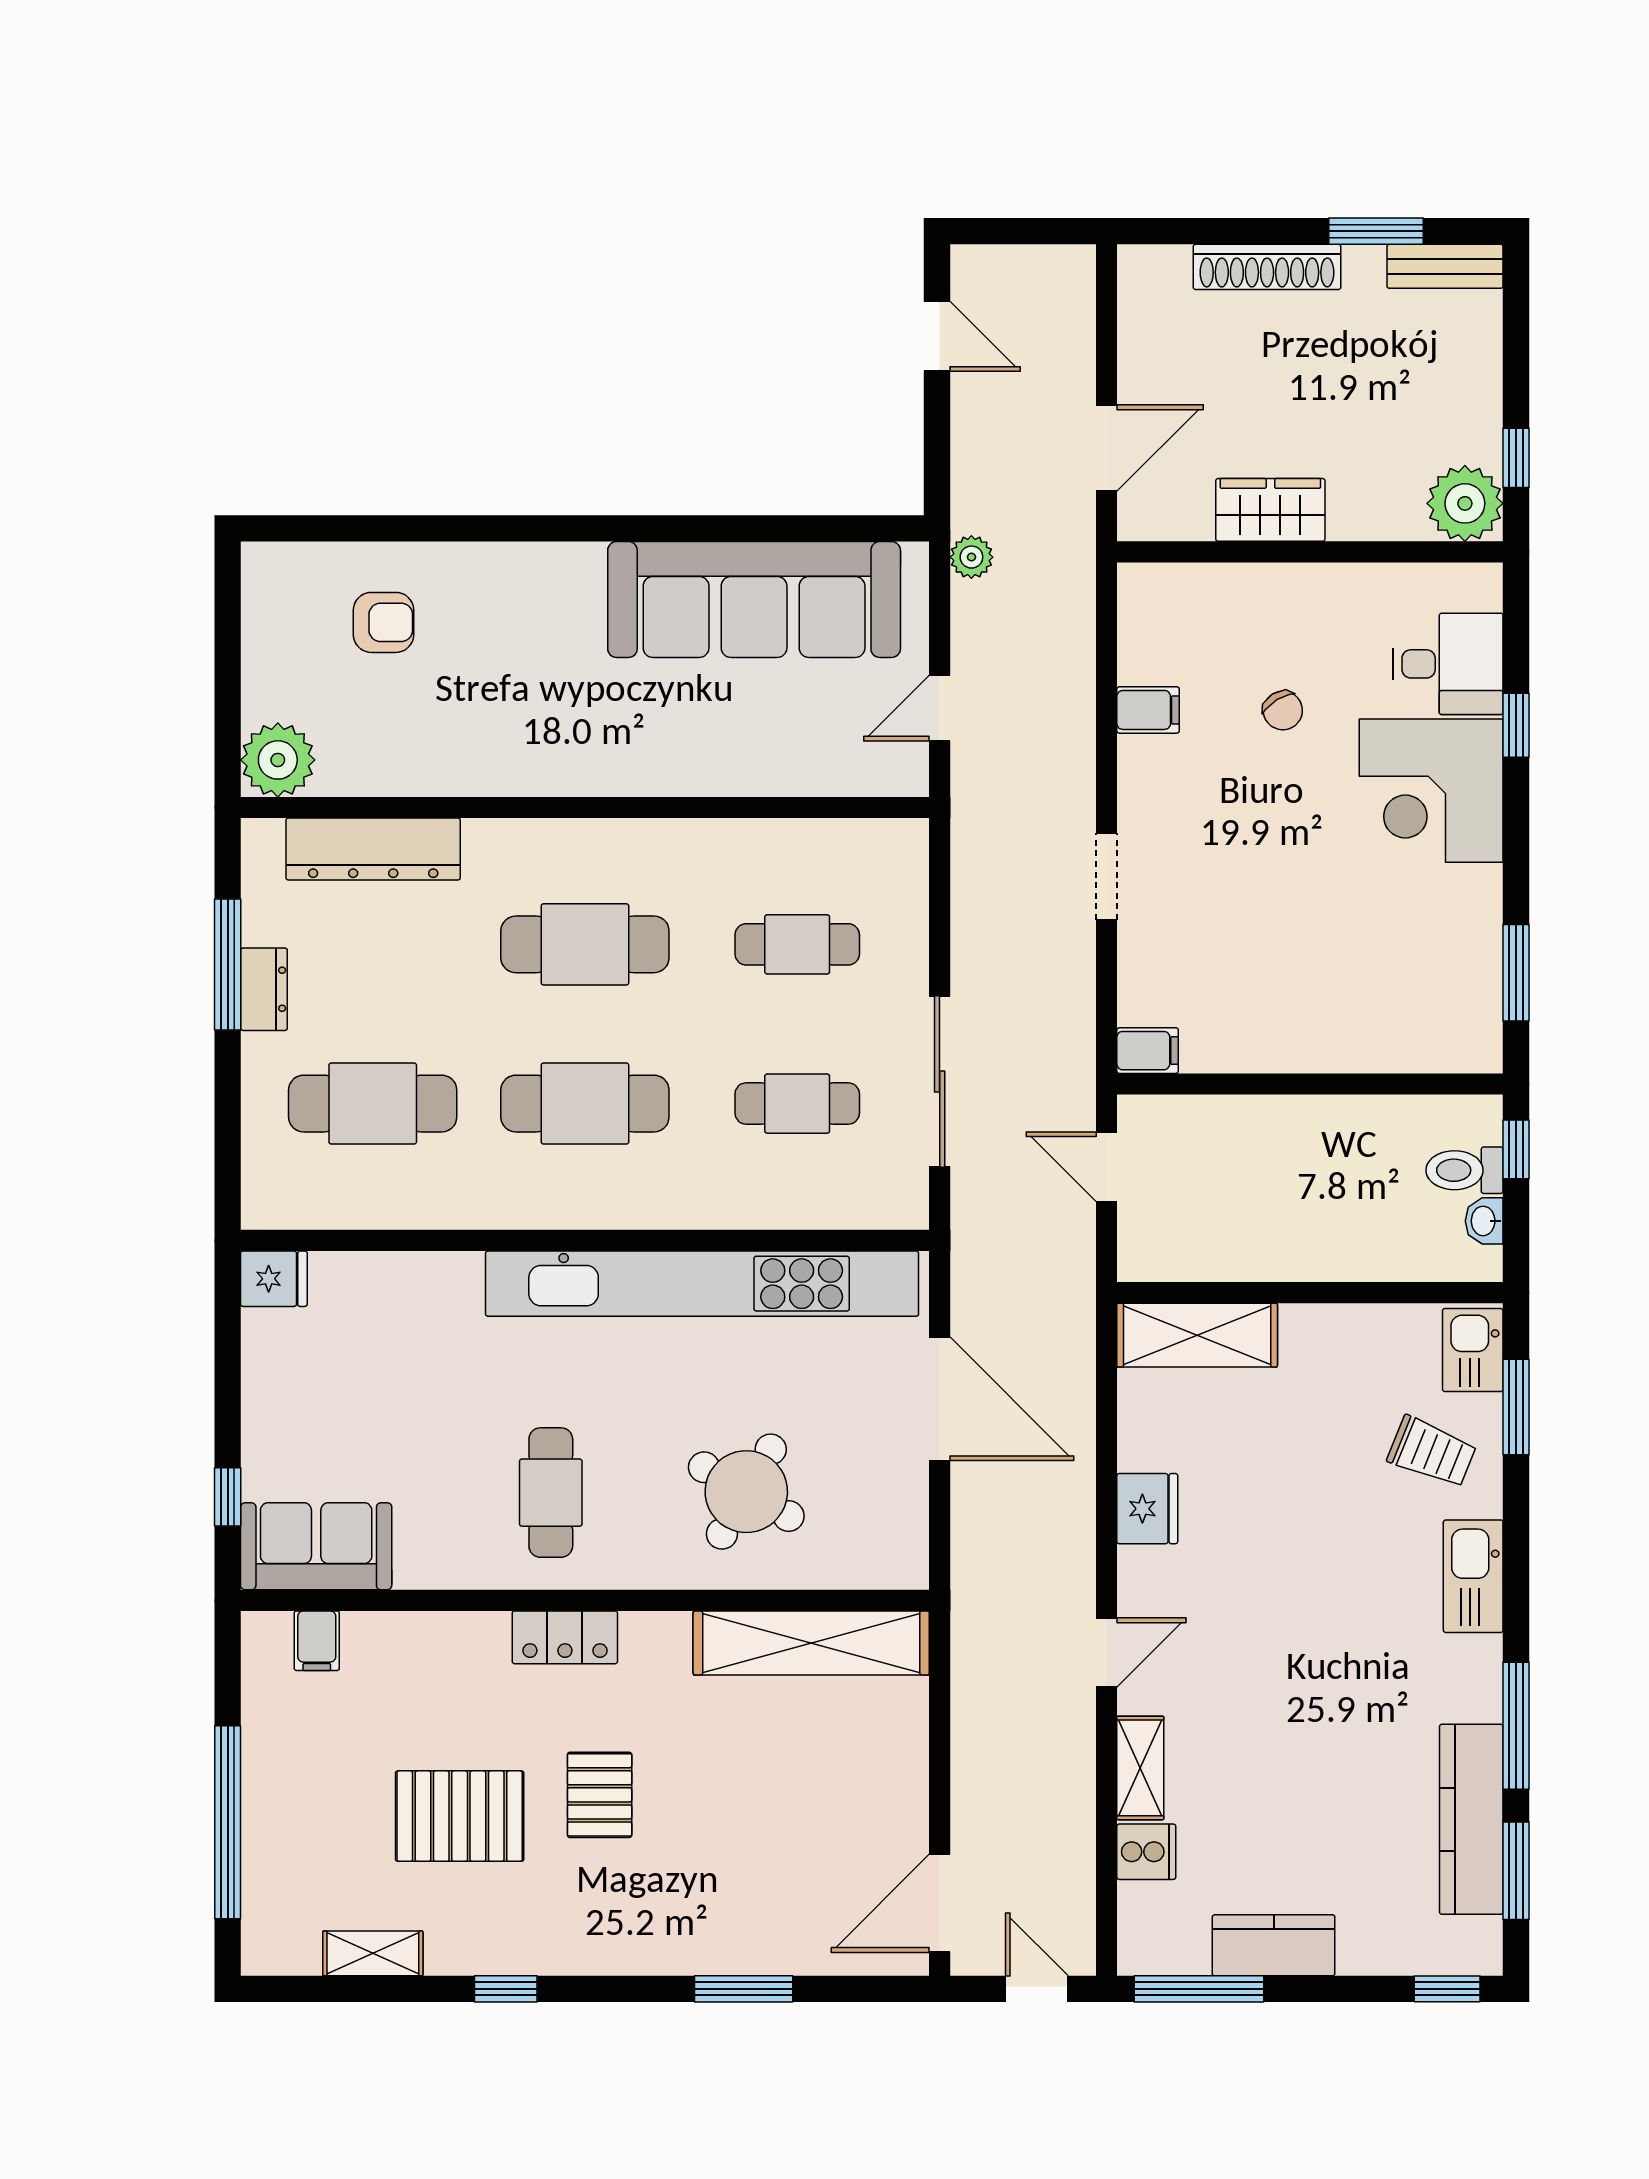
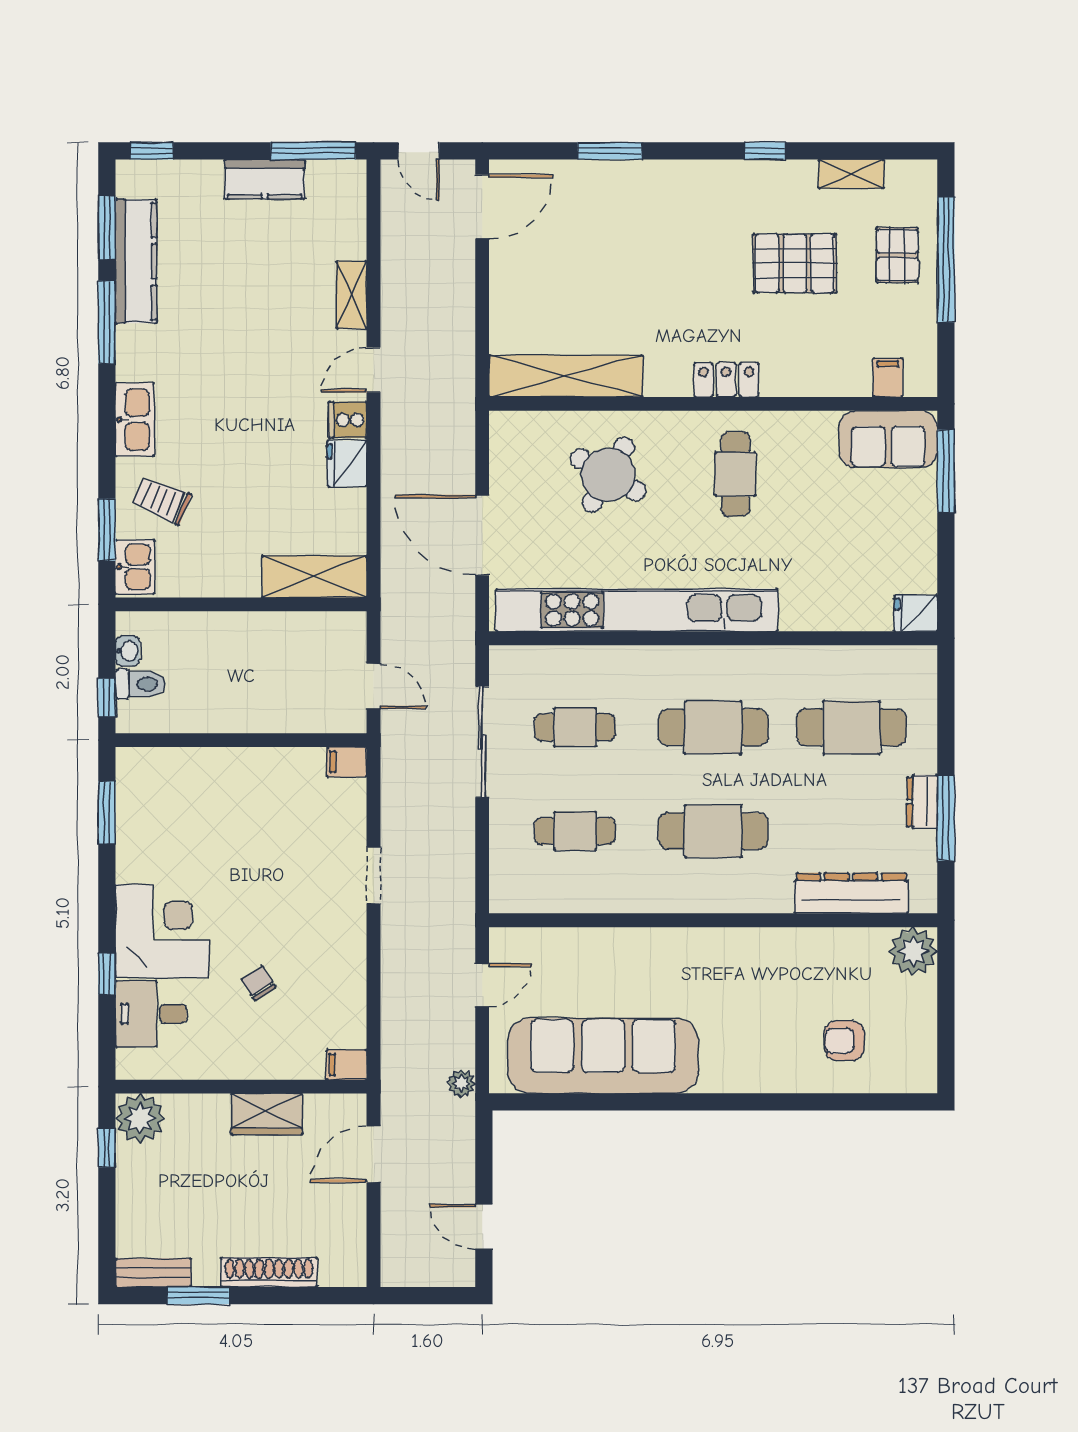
filing cabinet: (1148, 710) -> (346, 1065), moved
window: (228, 1497) -> (946, 471), width x2.17
pallet: (600, 1795) -> (897, 255), moved
cooker: (1146, 1852) -> (348, 420), moved

